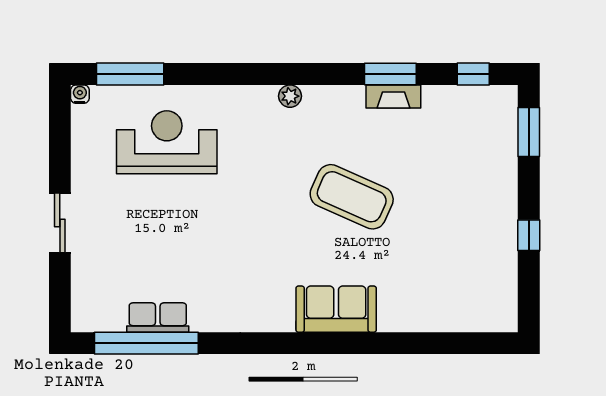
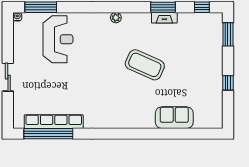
reception desk: (167, 142) -> (58, 39), turned 90
sofa: (336, 309) -> (174, 118), moved
row of seats: (158, 318) -> (54, 122), width x2.02

